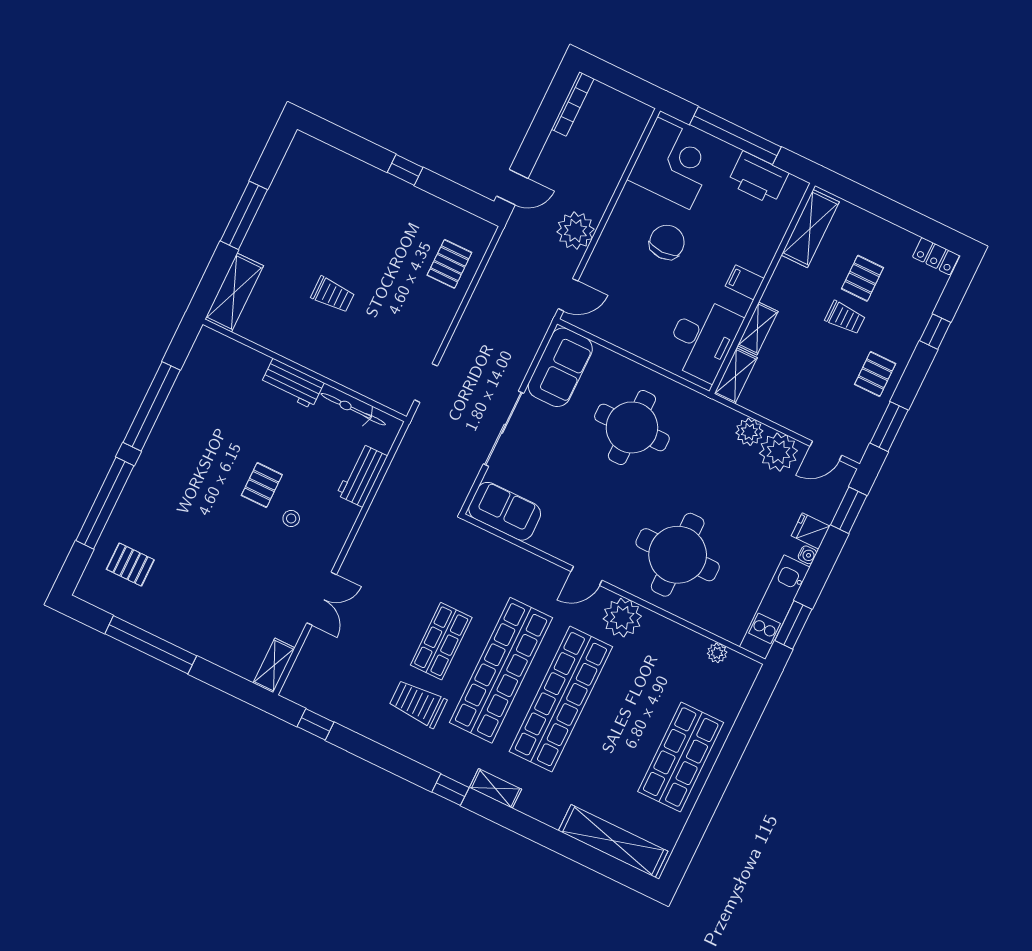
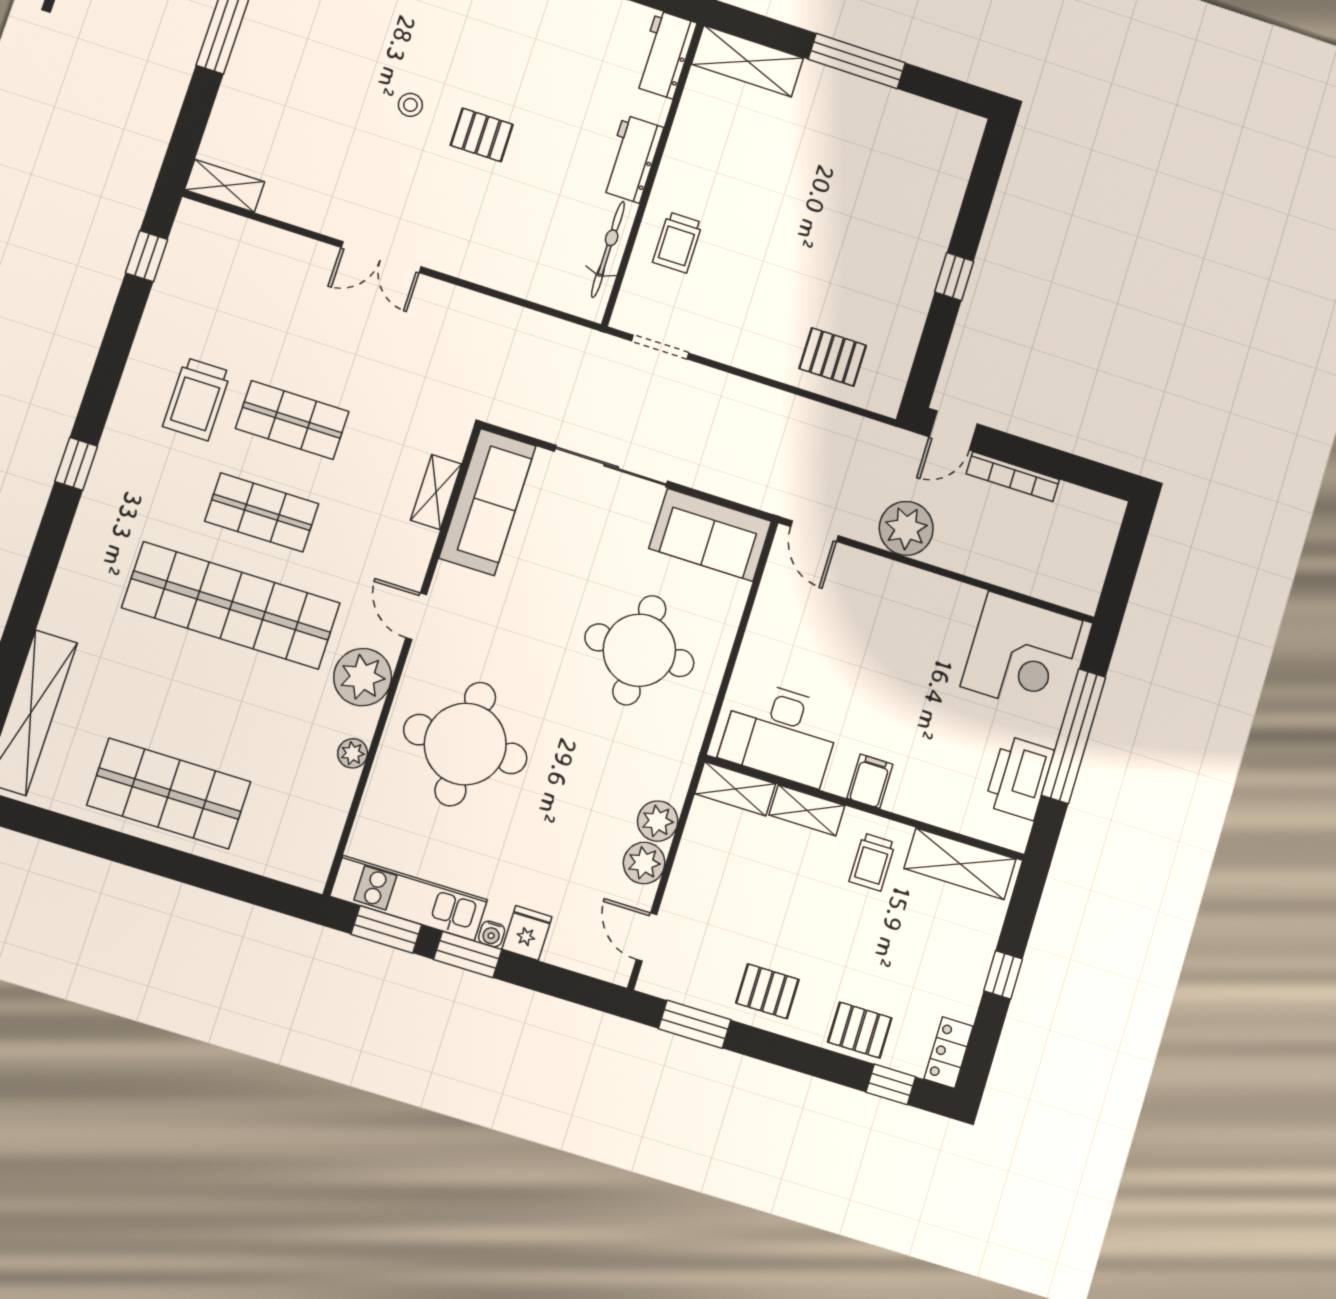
bookcase: (573, 104) -> (1013, 477), moved
door: (512, 187) -> (953, 430), hinge flipped
window: (890, 210) -> (1003, 975), added
chair: (667, 242) -> (910, 661), removed
pallet: (862, 278) -> (860, 1030), moved
trolley: (333, 295) -> (678, 242), moved
trolley: (845, 318) -> (872, 862), moved
window: (935, 332) -> (891, 1084), moved
plant: (778, 452) -> (644, 863), width x0.73, depth x0.73
workbench: (362, 475) -> (665, 55), moved, turned -90
window: (849, 510) -> (468, 954), moved
sofa: (505, 511) -> (487, 502), width x1.36
stool: (291, 518) -> (410, 105), moved
double door: (322, 599) -> (381, 257), moved
plant: (717, 653) -> (353, 753), moved
shop shelf: (501, 670) -> (262, 512), width x0.50, depth x0.74
trolley: (418, 703) -> (197, 399), turned 180
shelving: (495, 788) -> (436, 492), moved

